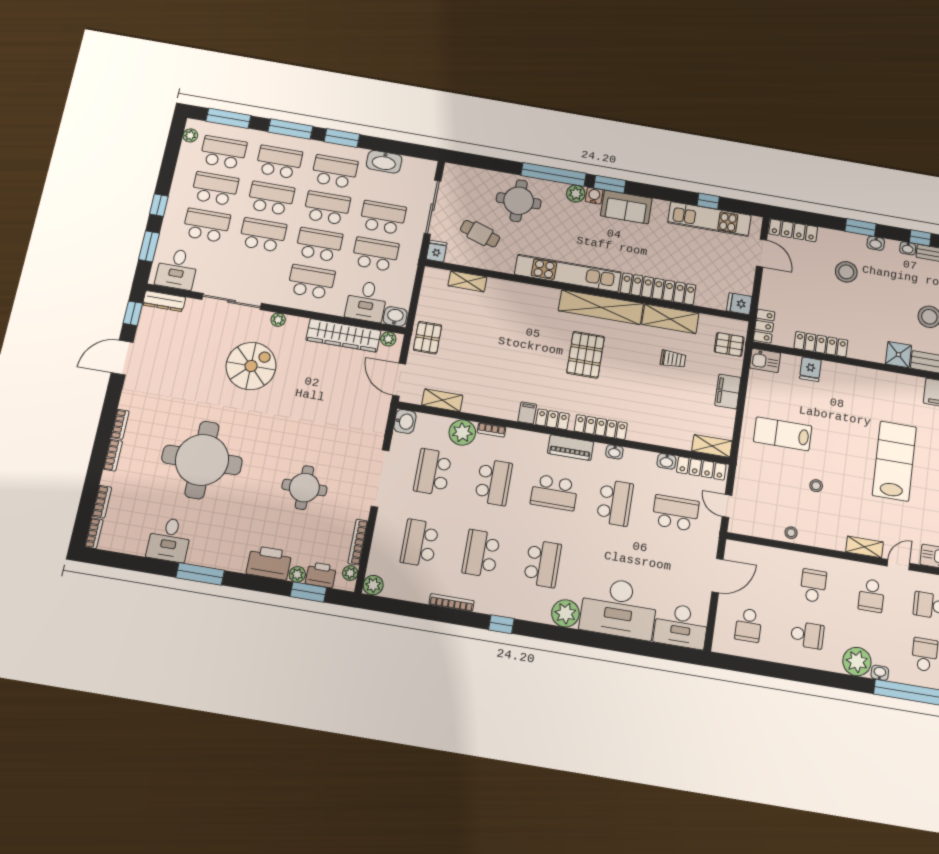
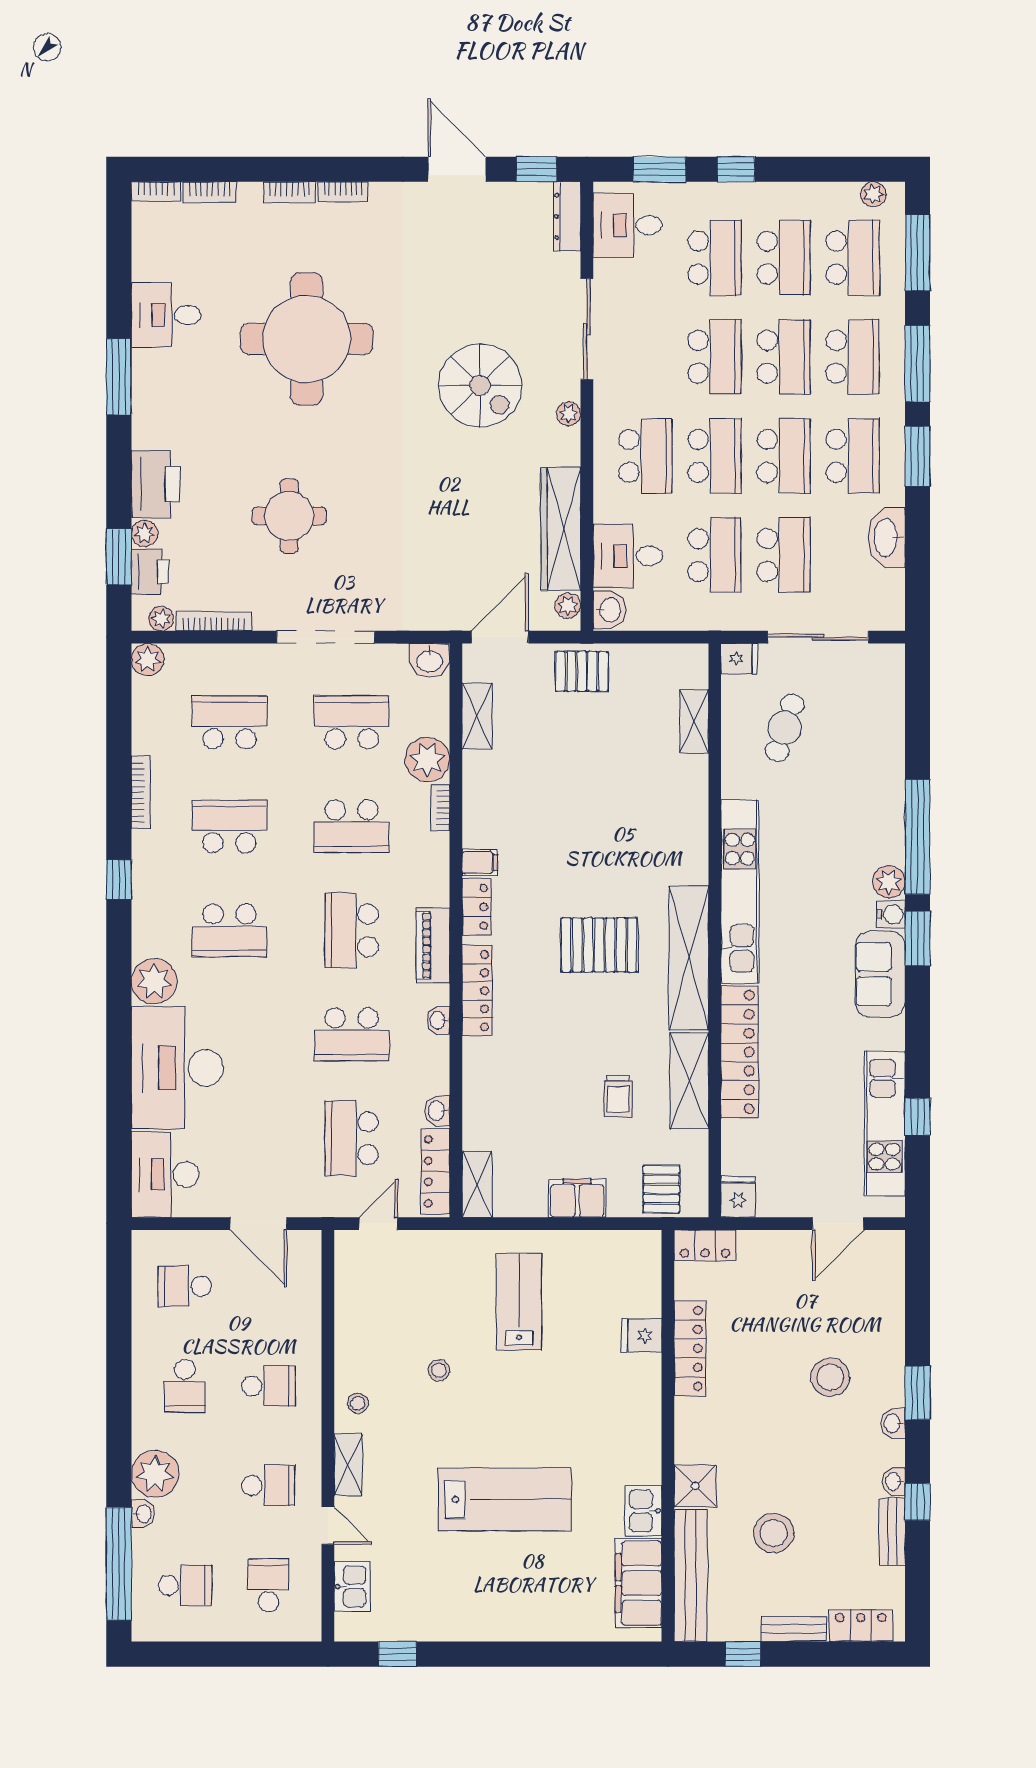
round table: (519, 201) -> (857, 784), removed
locker: (793, 230) -> (890, 1274), removed
kitchen sink: (765, 361) -> (643, 1511), moved
school desk: (675, 513) -> (352, 1138), turned 180
stool: (791, 533) -> (358, 1403), moved
school desk: (871, 595) -> (268, 1486), turned 180

